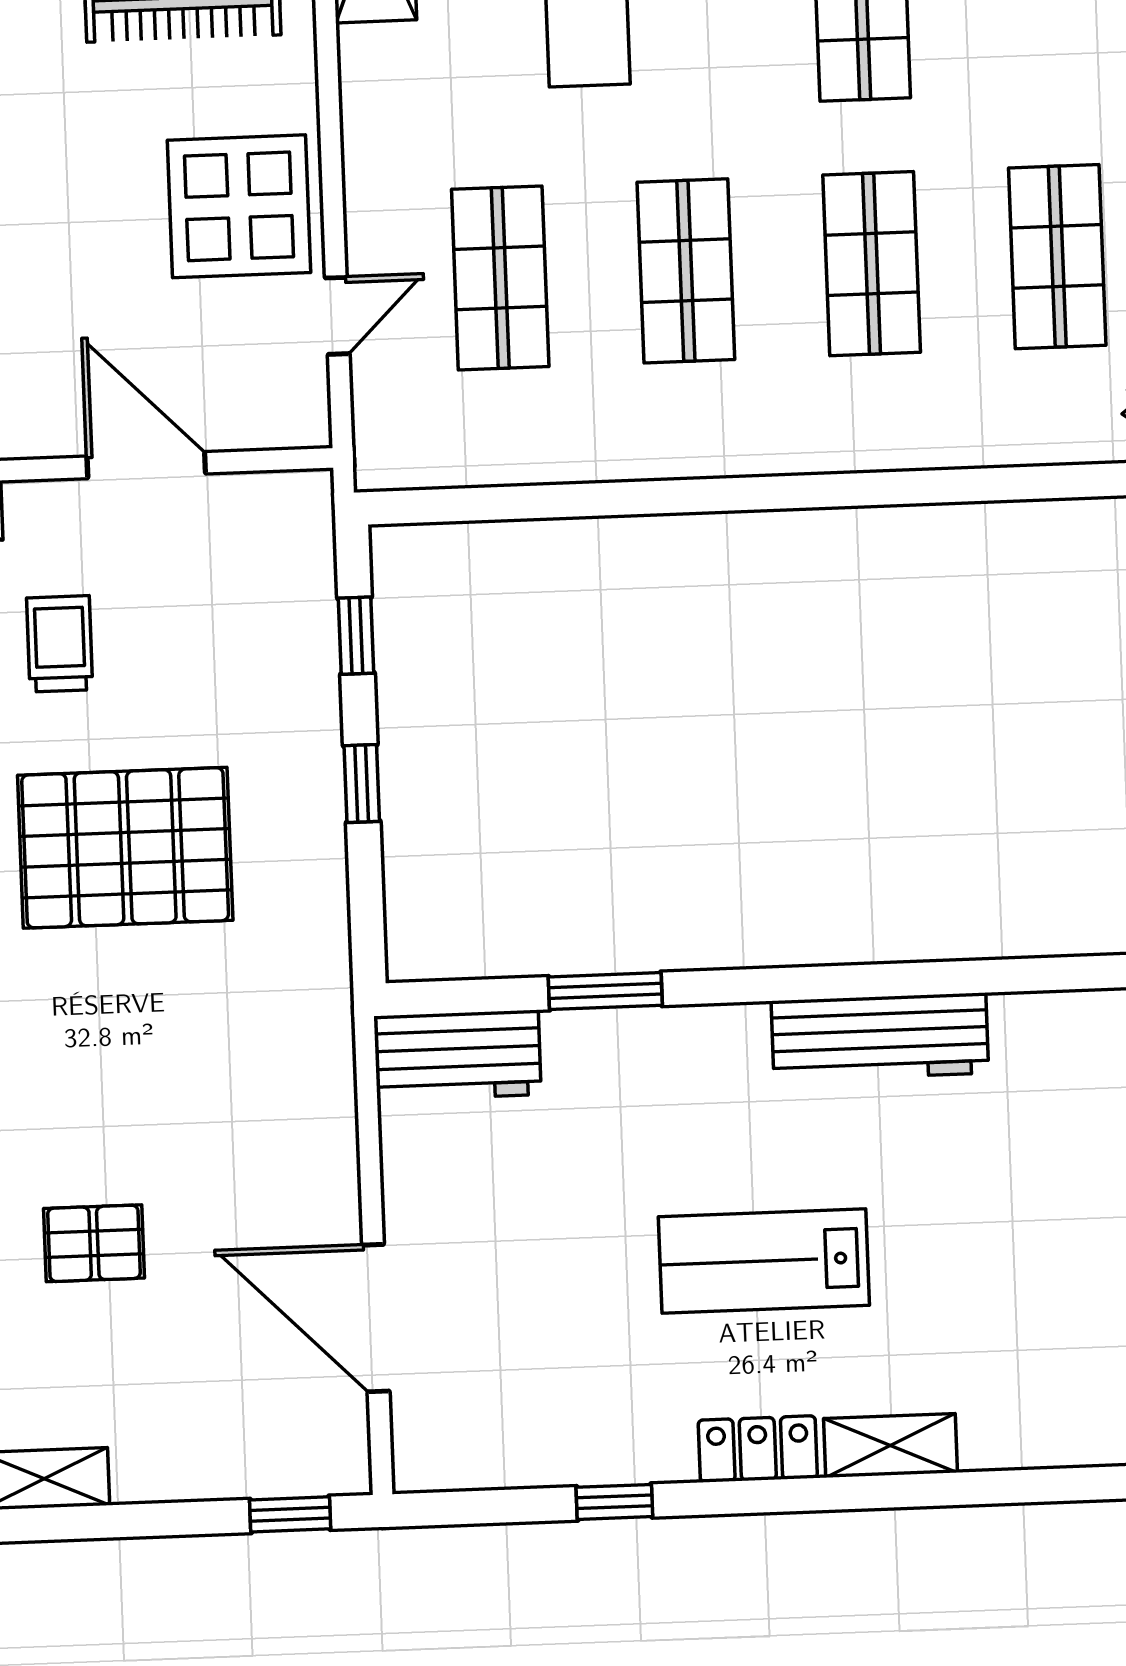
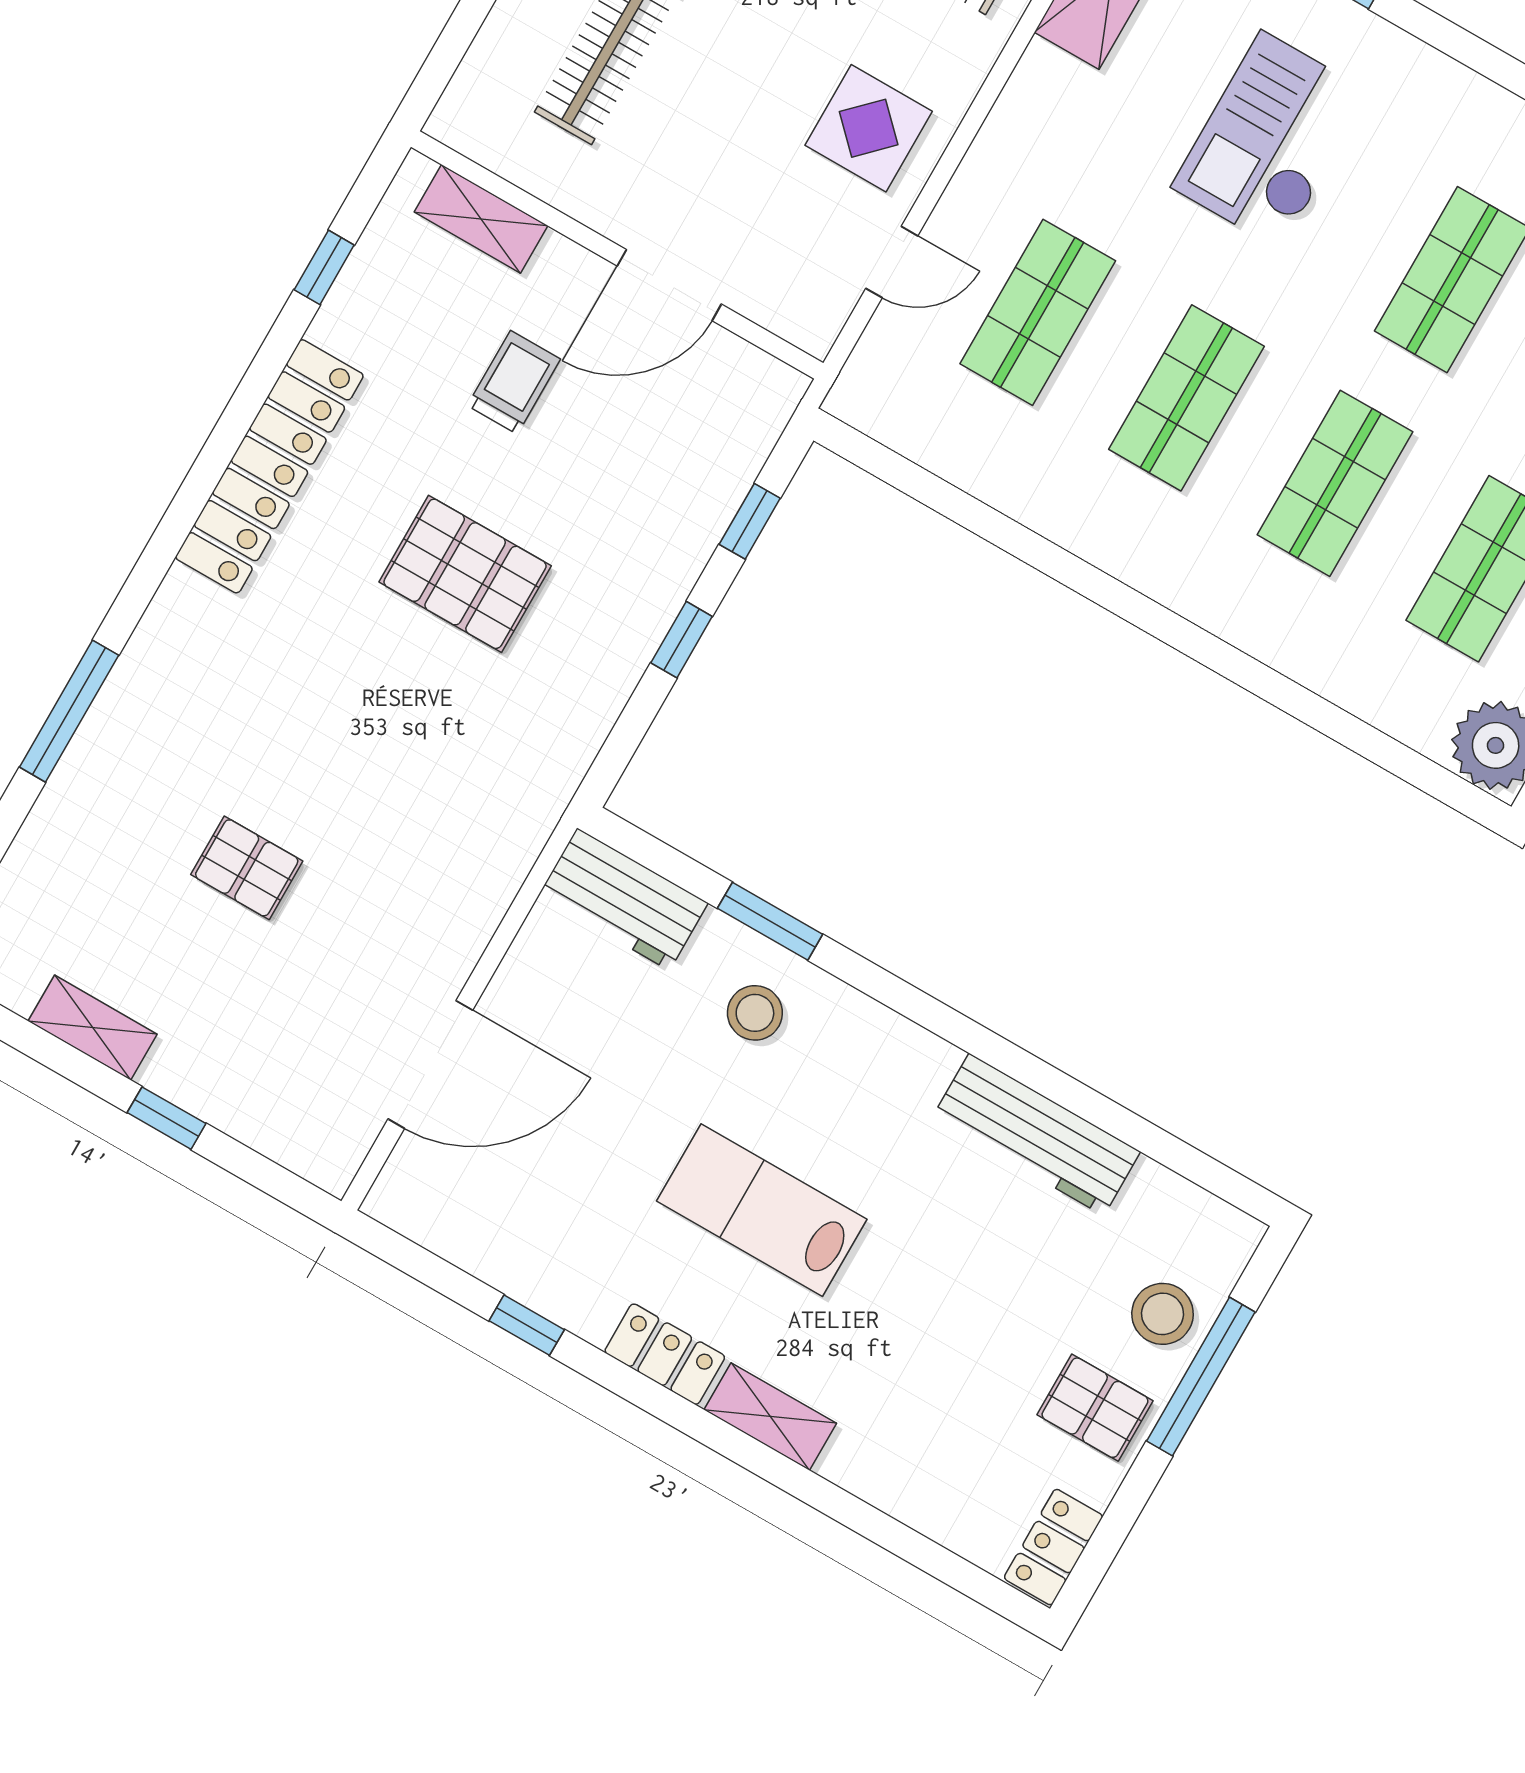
display table: (239, 206) -> (869, 128), width x0.73, depth x0.73
door: (146, 465) -> (669, 285), swing flipped
pallet: (125, 848) -> (465, 574), width x0.73, depth x0.71
workbench: (880, 1037) -> (1036, 1134), moved
stool: (644, 1084) -> (755, 1013), added
door: (376, 1318) -> (430, 1064), swing flipped
window: (290, 1514) -> (166, 1118), moved

